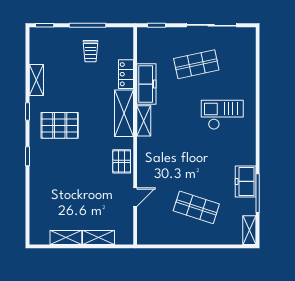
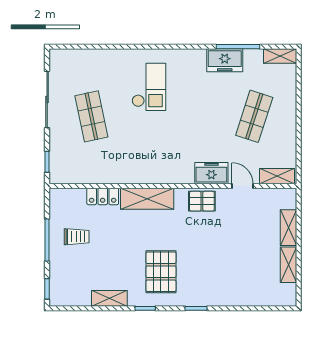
freezer: (146, 84) -> (211, 173), moved, width x0.71
checkout: (222, 115) -> (149, 87), turned 180
shelving: (144, 121) -> (277, 176), moved

